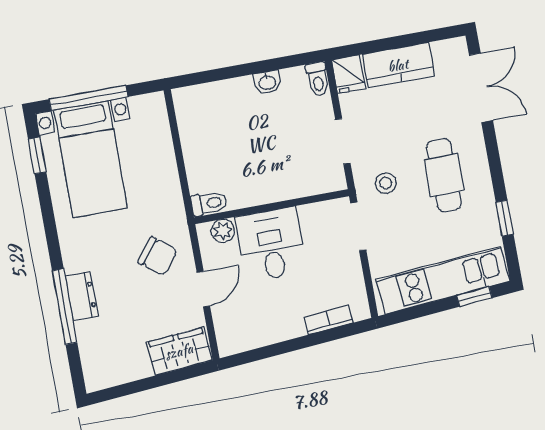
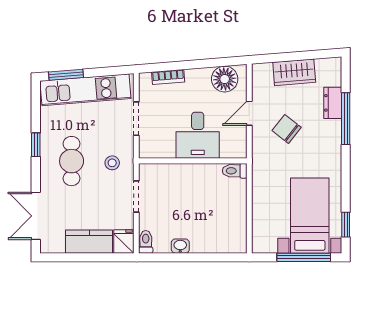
window: (505, 218) -> (36, 145), moved
doorway: (358, 226) -> (136, 119), moved
plant: (223, 231) -> (229, 150), removed
chair: (158, 256) -> (287, 129), moved
dresser: (82, 296) -> (333, 103), moved
window: (474, 297) -> (66, 75), width x1.50
floor lamp: (247, 332) -> (225, 79), added
wardrobe: (179, 351) -> (294, 72), moved

